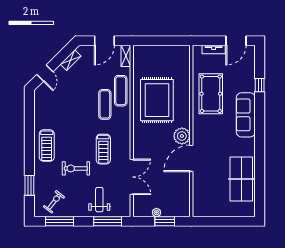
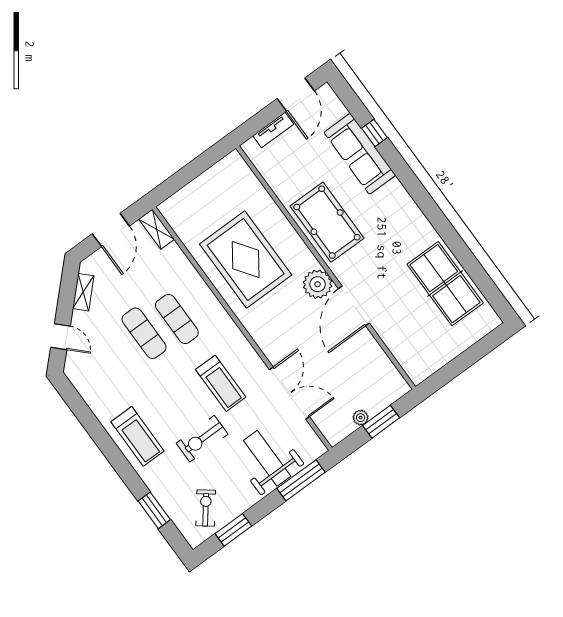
exercise mat: (121, 91) -> (144, 333), moved
pool table: (211, 94) -> (327, 222), moved
sofa: (246, 115) -> (360, 154), moved
weight bench: (99, 200) -> (267, 458), width x1.36, depth x1.33
window: (59, 221) -> (233, 530), width x0.69

